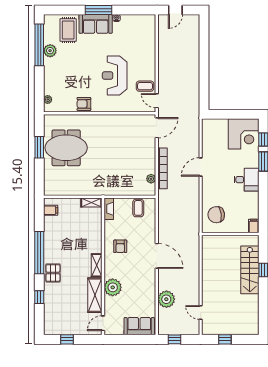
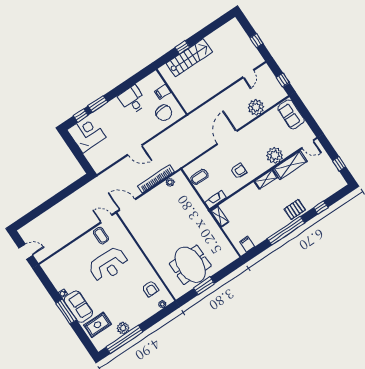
door: (157, 101) -> (106, 219), swing flipped
armchair: (84, 104) -> (150, 289), moved
desk: (246, 180) -> (132, 100), moved
filing cabinet: (254, 226) -> (163, 92), moved

